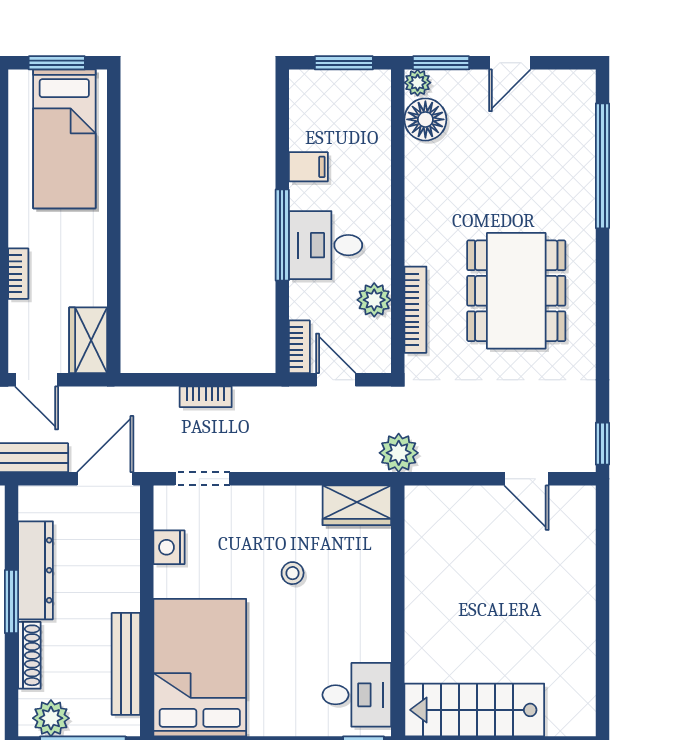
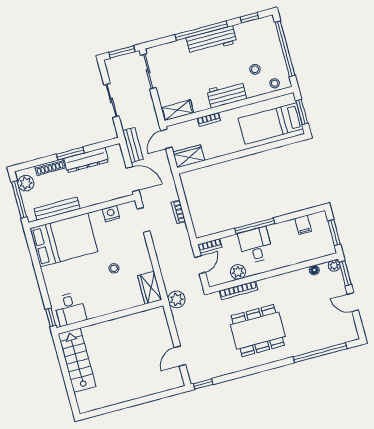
floor lamp: (425, 119) -> (314, 270), width x0.53, depth x0.53
filing cabinet: (308, 167) -> (303, 225), moved

